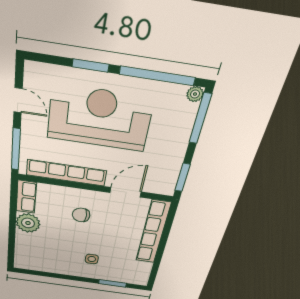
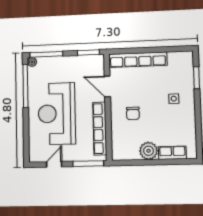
window: (91, 66) -> (26, 124), removed
row of seats: (26, 197) -> (172, 153), moved

